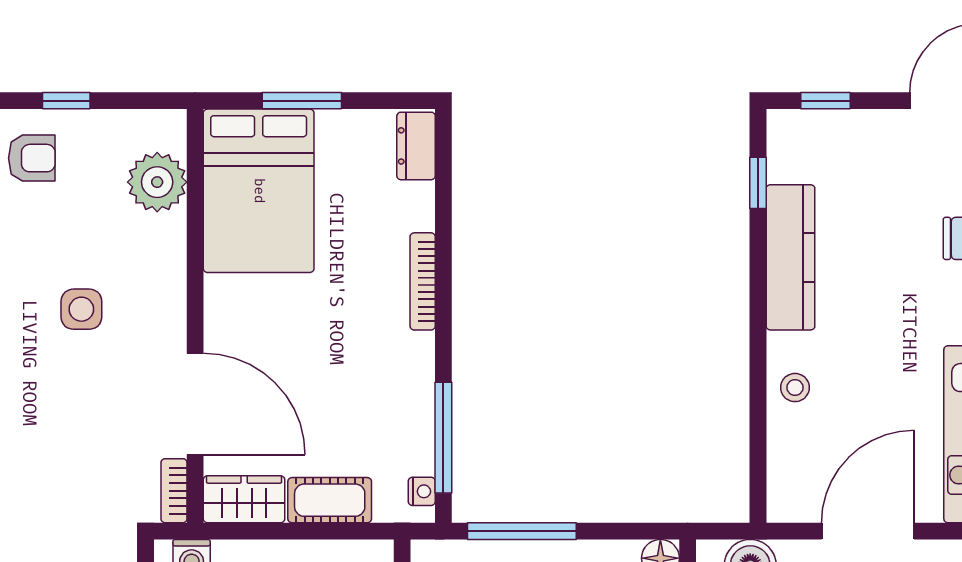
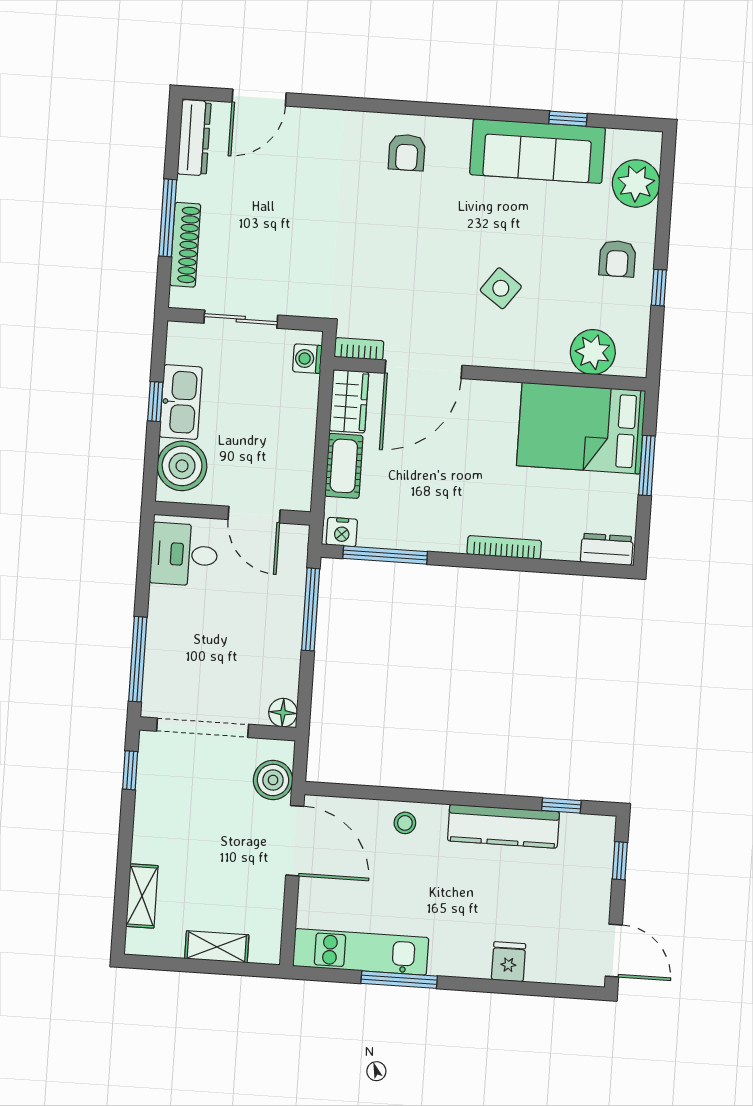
side table: (81, 309) -> (501, 288), turned 36
nightstand: (422, 491) -> (342, 532), width x1.39, depth x1.35
door: (868, 531) -> (295, 841), moved

